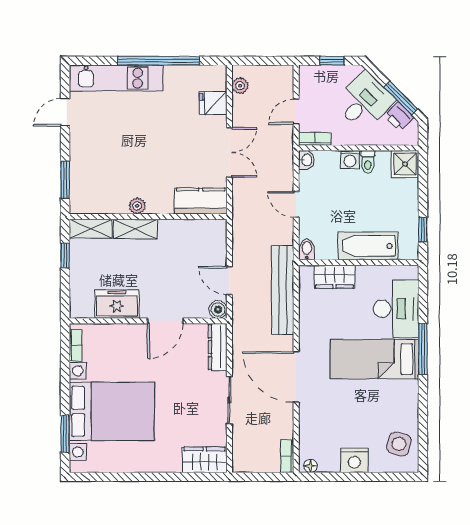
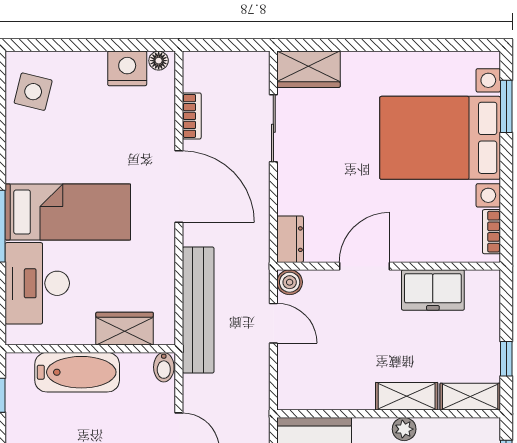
dresser: (218, 347) -> (290, 239), width x0.70
sliding door: (229, 400) -> (273, 128), moved
bookcase: (287, 456) -> (192, 116), moved
nightstand: (354, 460) -> (127, 68), moved

